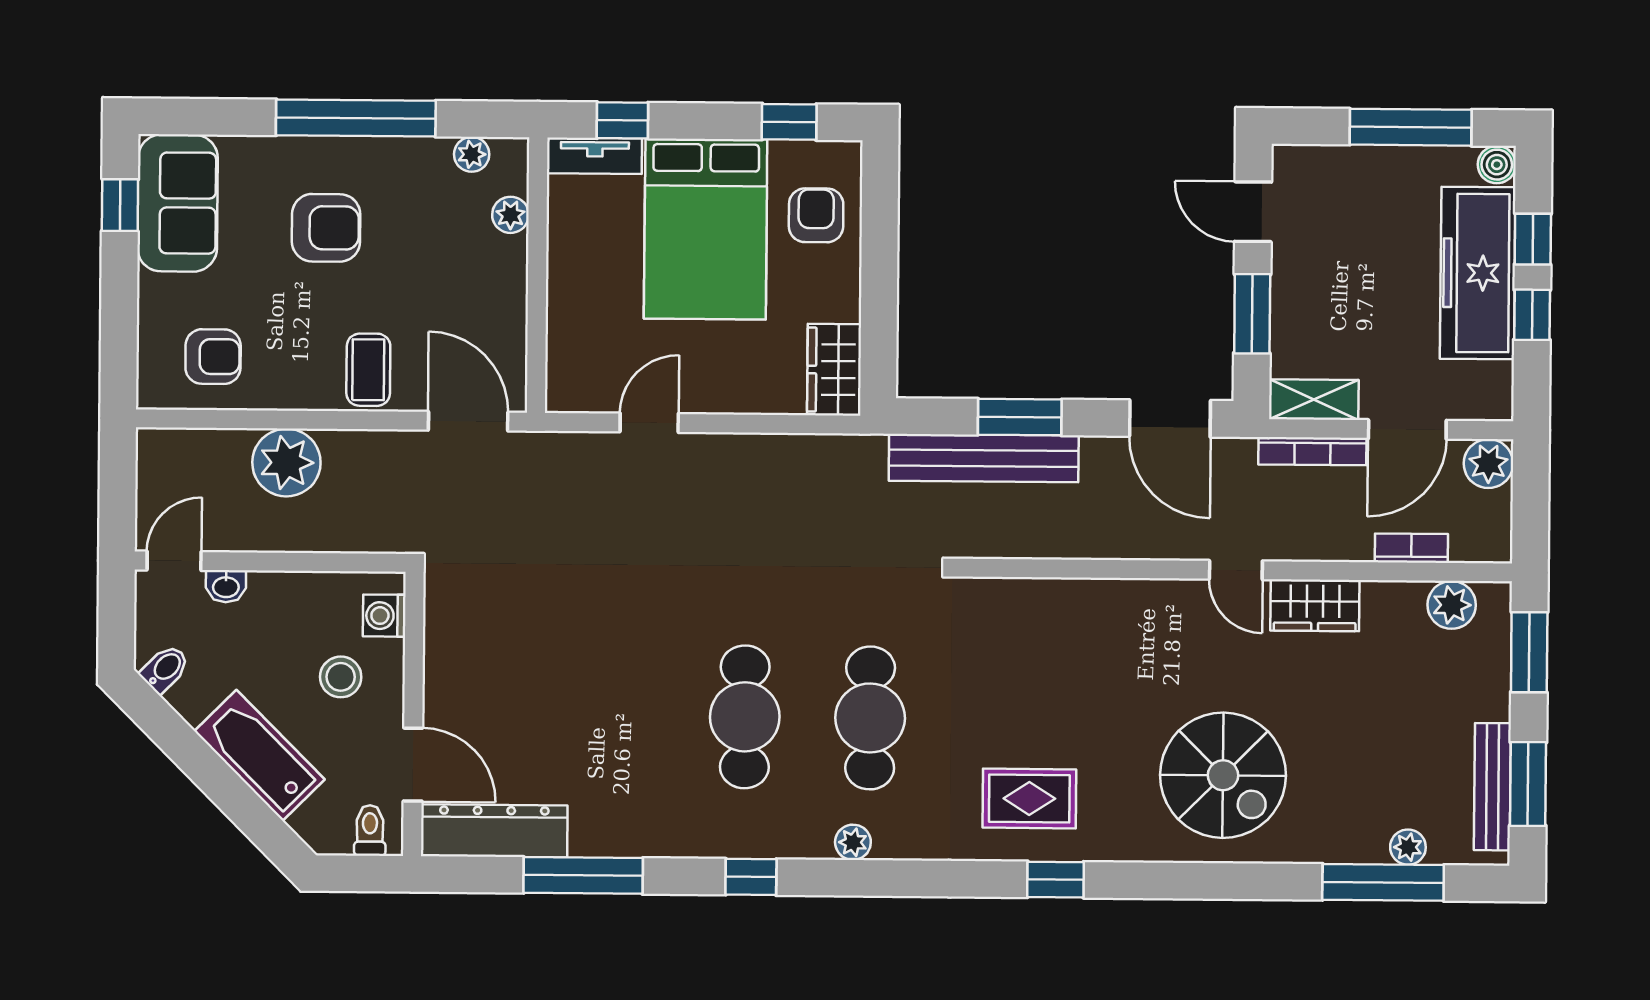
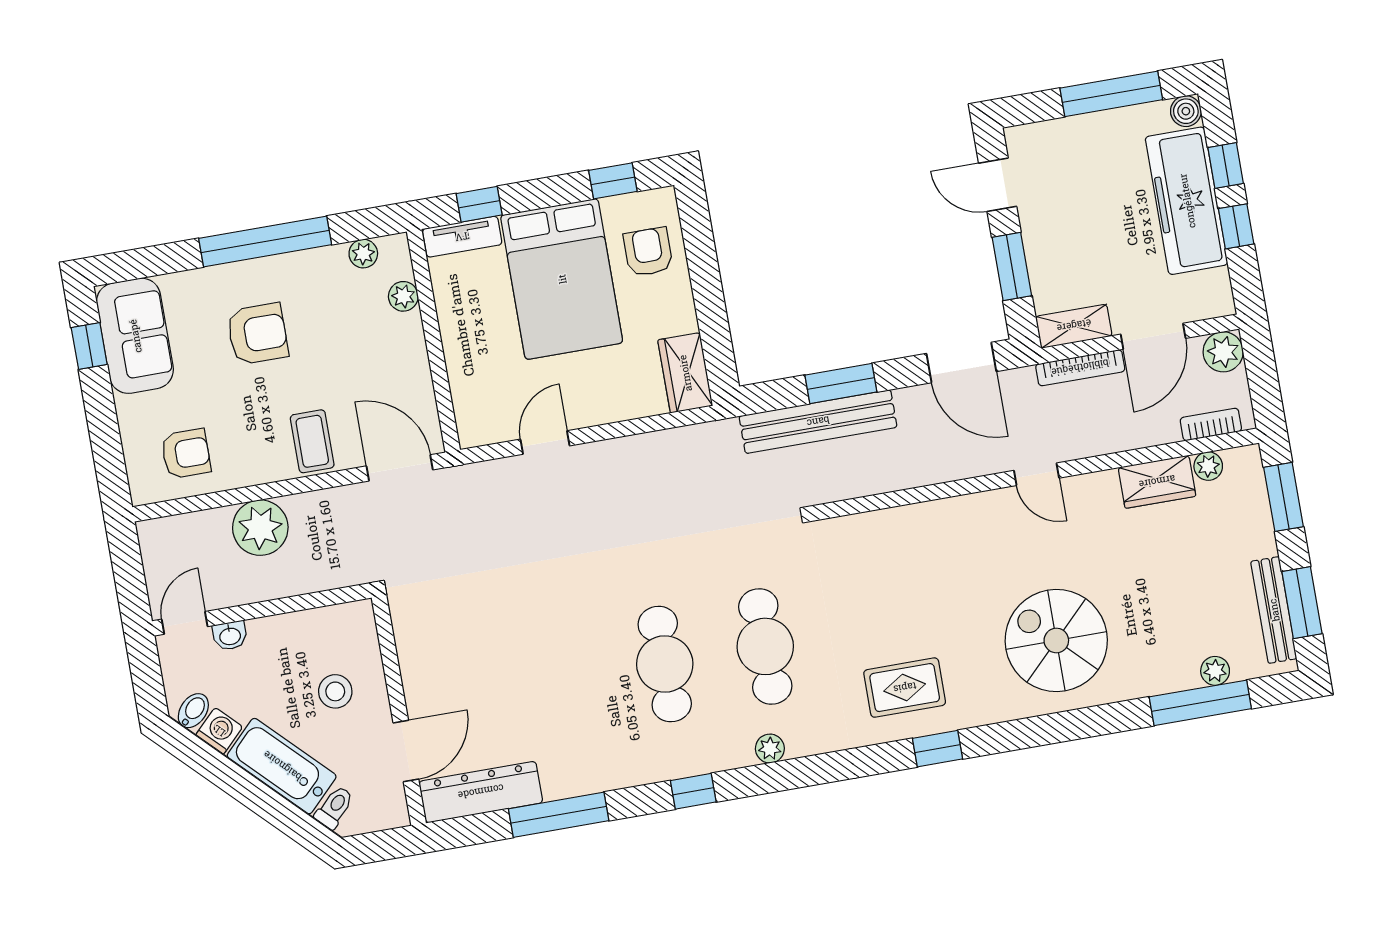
bookcase: (1411, 548) -> (1211, 424), moved
wardrobe: (1315, 605) -> (1157, 482), moved
plant: (1452, 605) -> (1208, 466), width x0.73, depth x0.73
washing machine: (384, 616) -> (219, 731), moved, turned 135
door: (413, 765) -> (406, 751), hinge flipped
spiral stairs: (1223, 775) -> (1056, 640), turned 180
toilet: (370, 830) -> (334, 807), moved, turned 45

